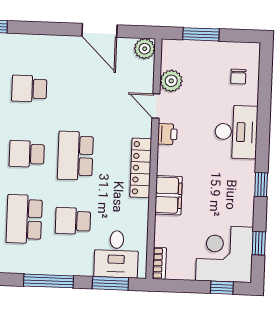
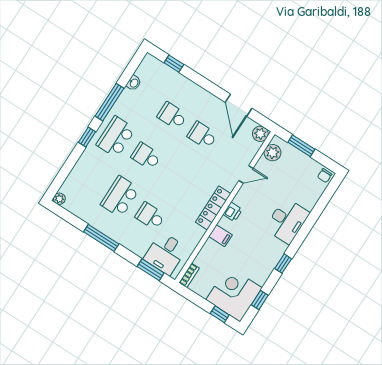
chair: (238, 77) -> (325, 176), moved
plant: (171, 81) -> (273, 153), moved
door: (156, 106) -> (246, 174), swing flipped
printer: (167, 134) -> (233, 212), moved
school desk: (75, 156) -> (202, 135), moved, width x0.54
filing cabinet: (169, 195) -> (220, 236), width x0.50
window: (48, 281) -> (101, 238), moved

